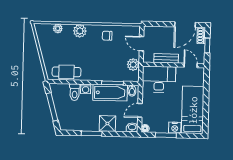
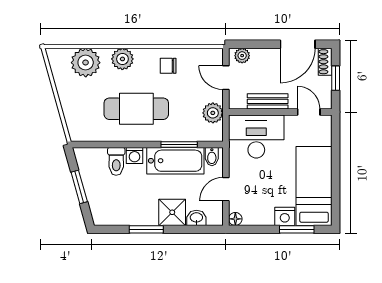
plant: (58, 28) -> (86, 63), width x1.88, depth x1.88
plant: (152, 31) -> (242, 56), added
cafe table: (66, 72) -> (136, 109), moved, width x1.37, depth x1.35
window: (52, 107) -> (79, 187), width x0.69
washbasin: (132, 127) -> (196, 218), moved
window: (166, 135) -> (297, 229), moved

